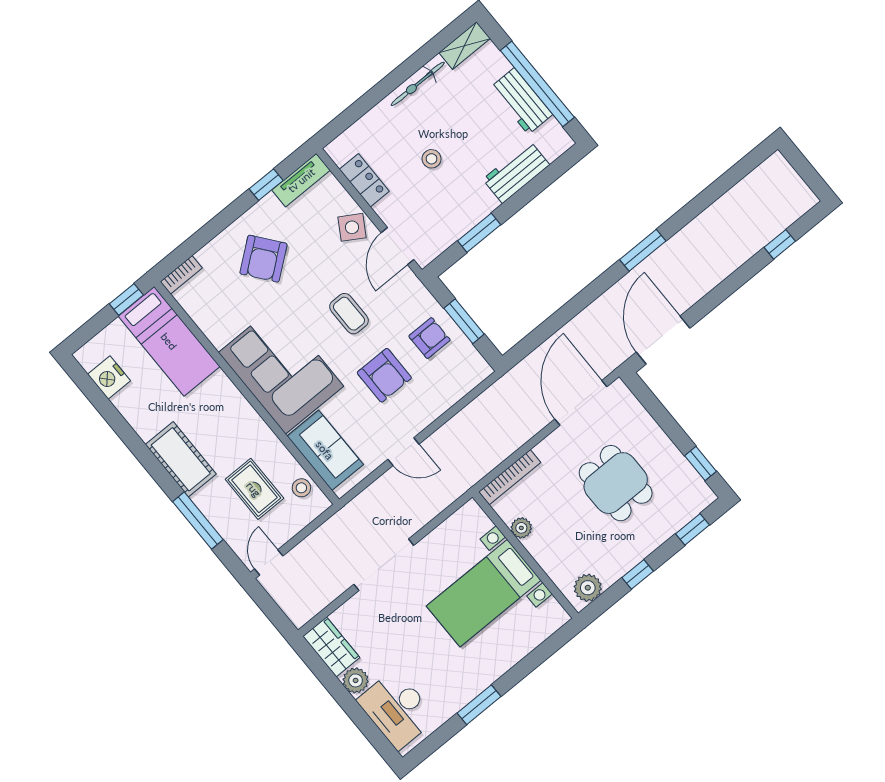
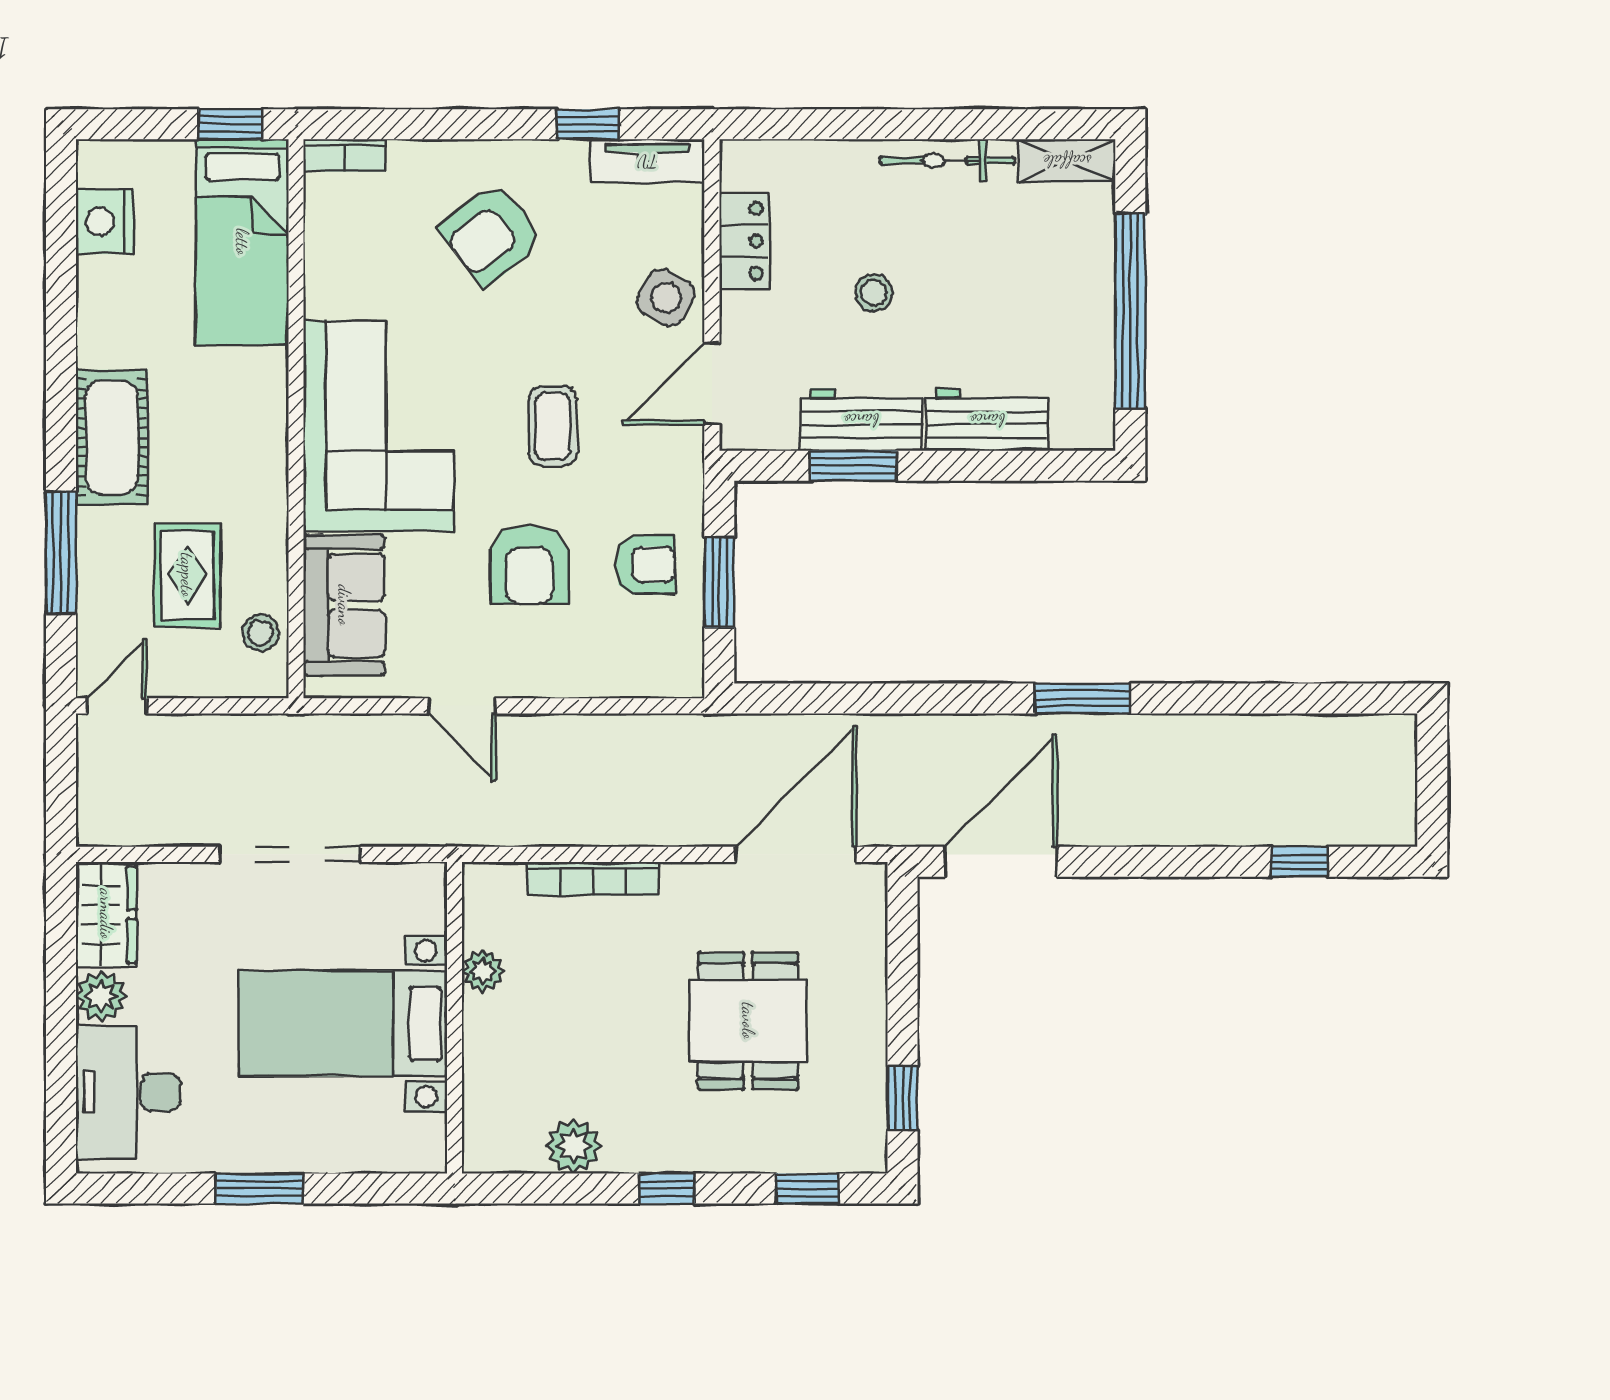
workbench: (521, 101) -> (861, 420), moved, turned 90
plant: (521, 528) -> (483, 971), moved
wall: (525, 555) -> (454, 1018), moved
bed with nightstands: (484, 593) -> (343, 1024), moved

